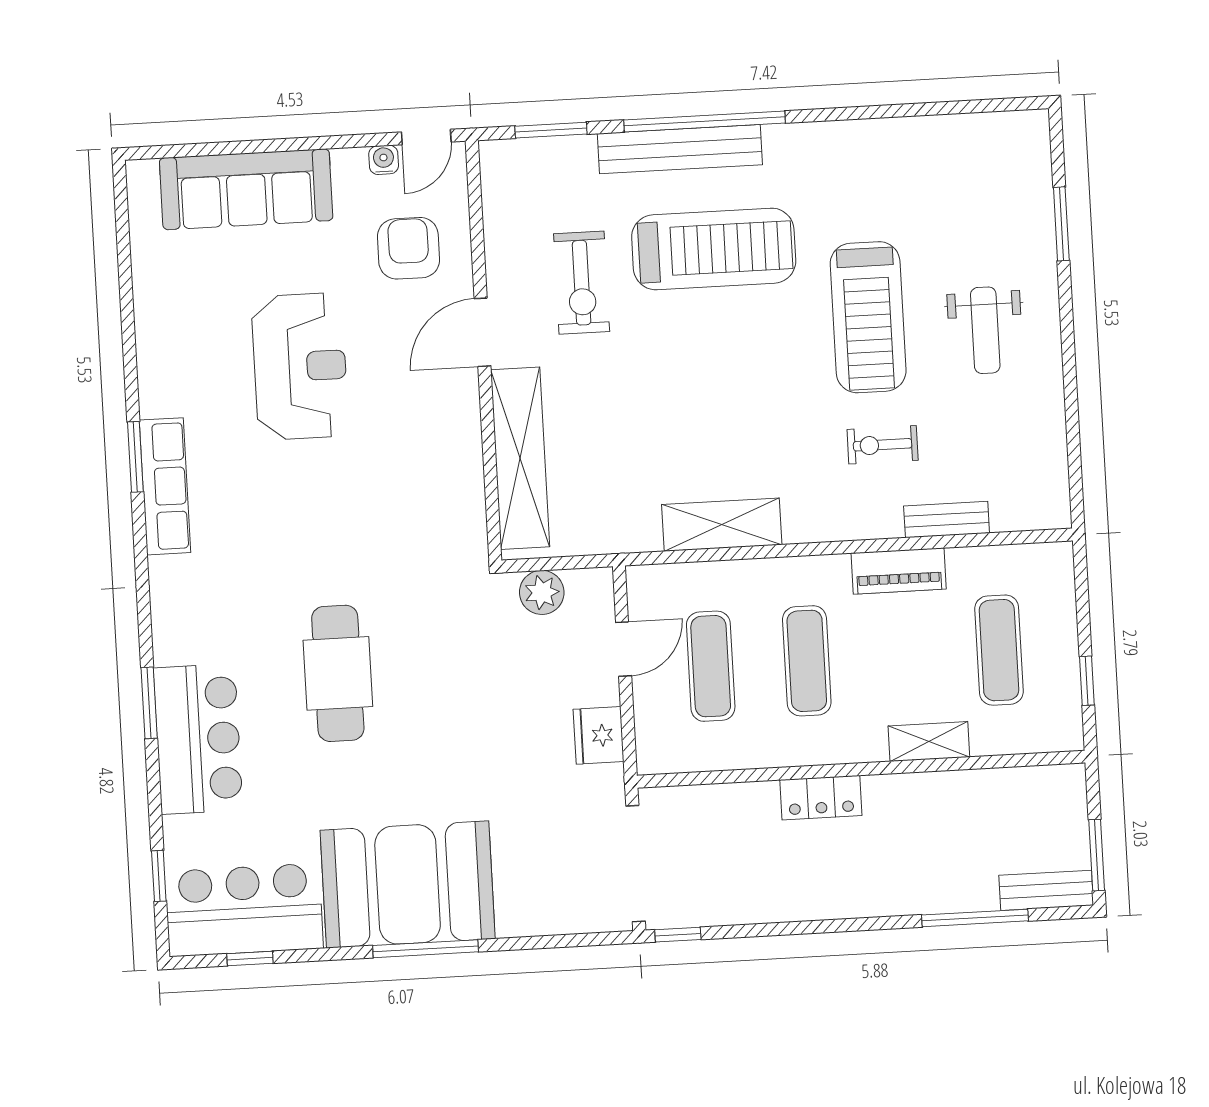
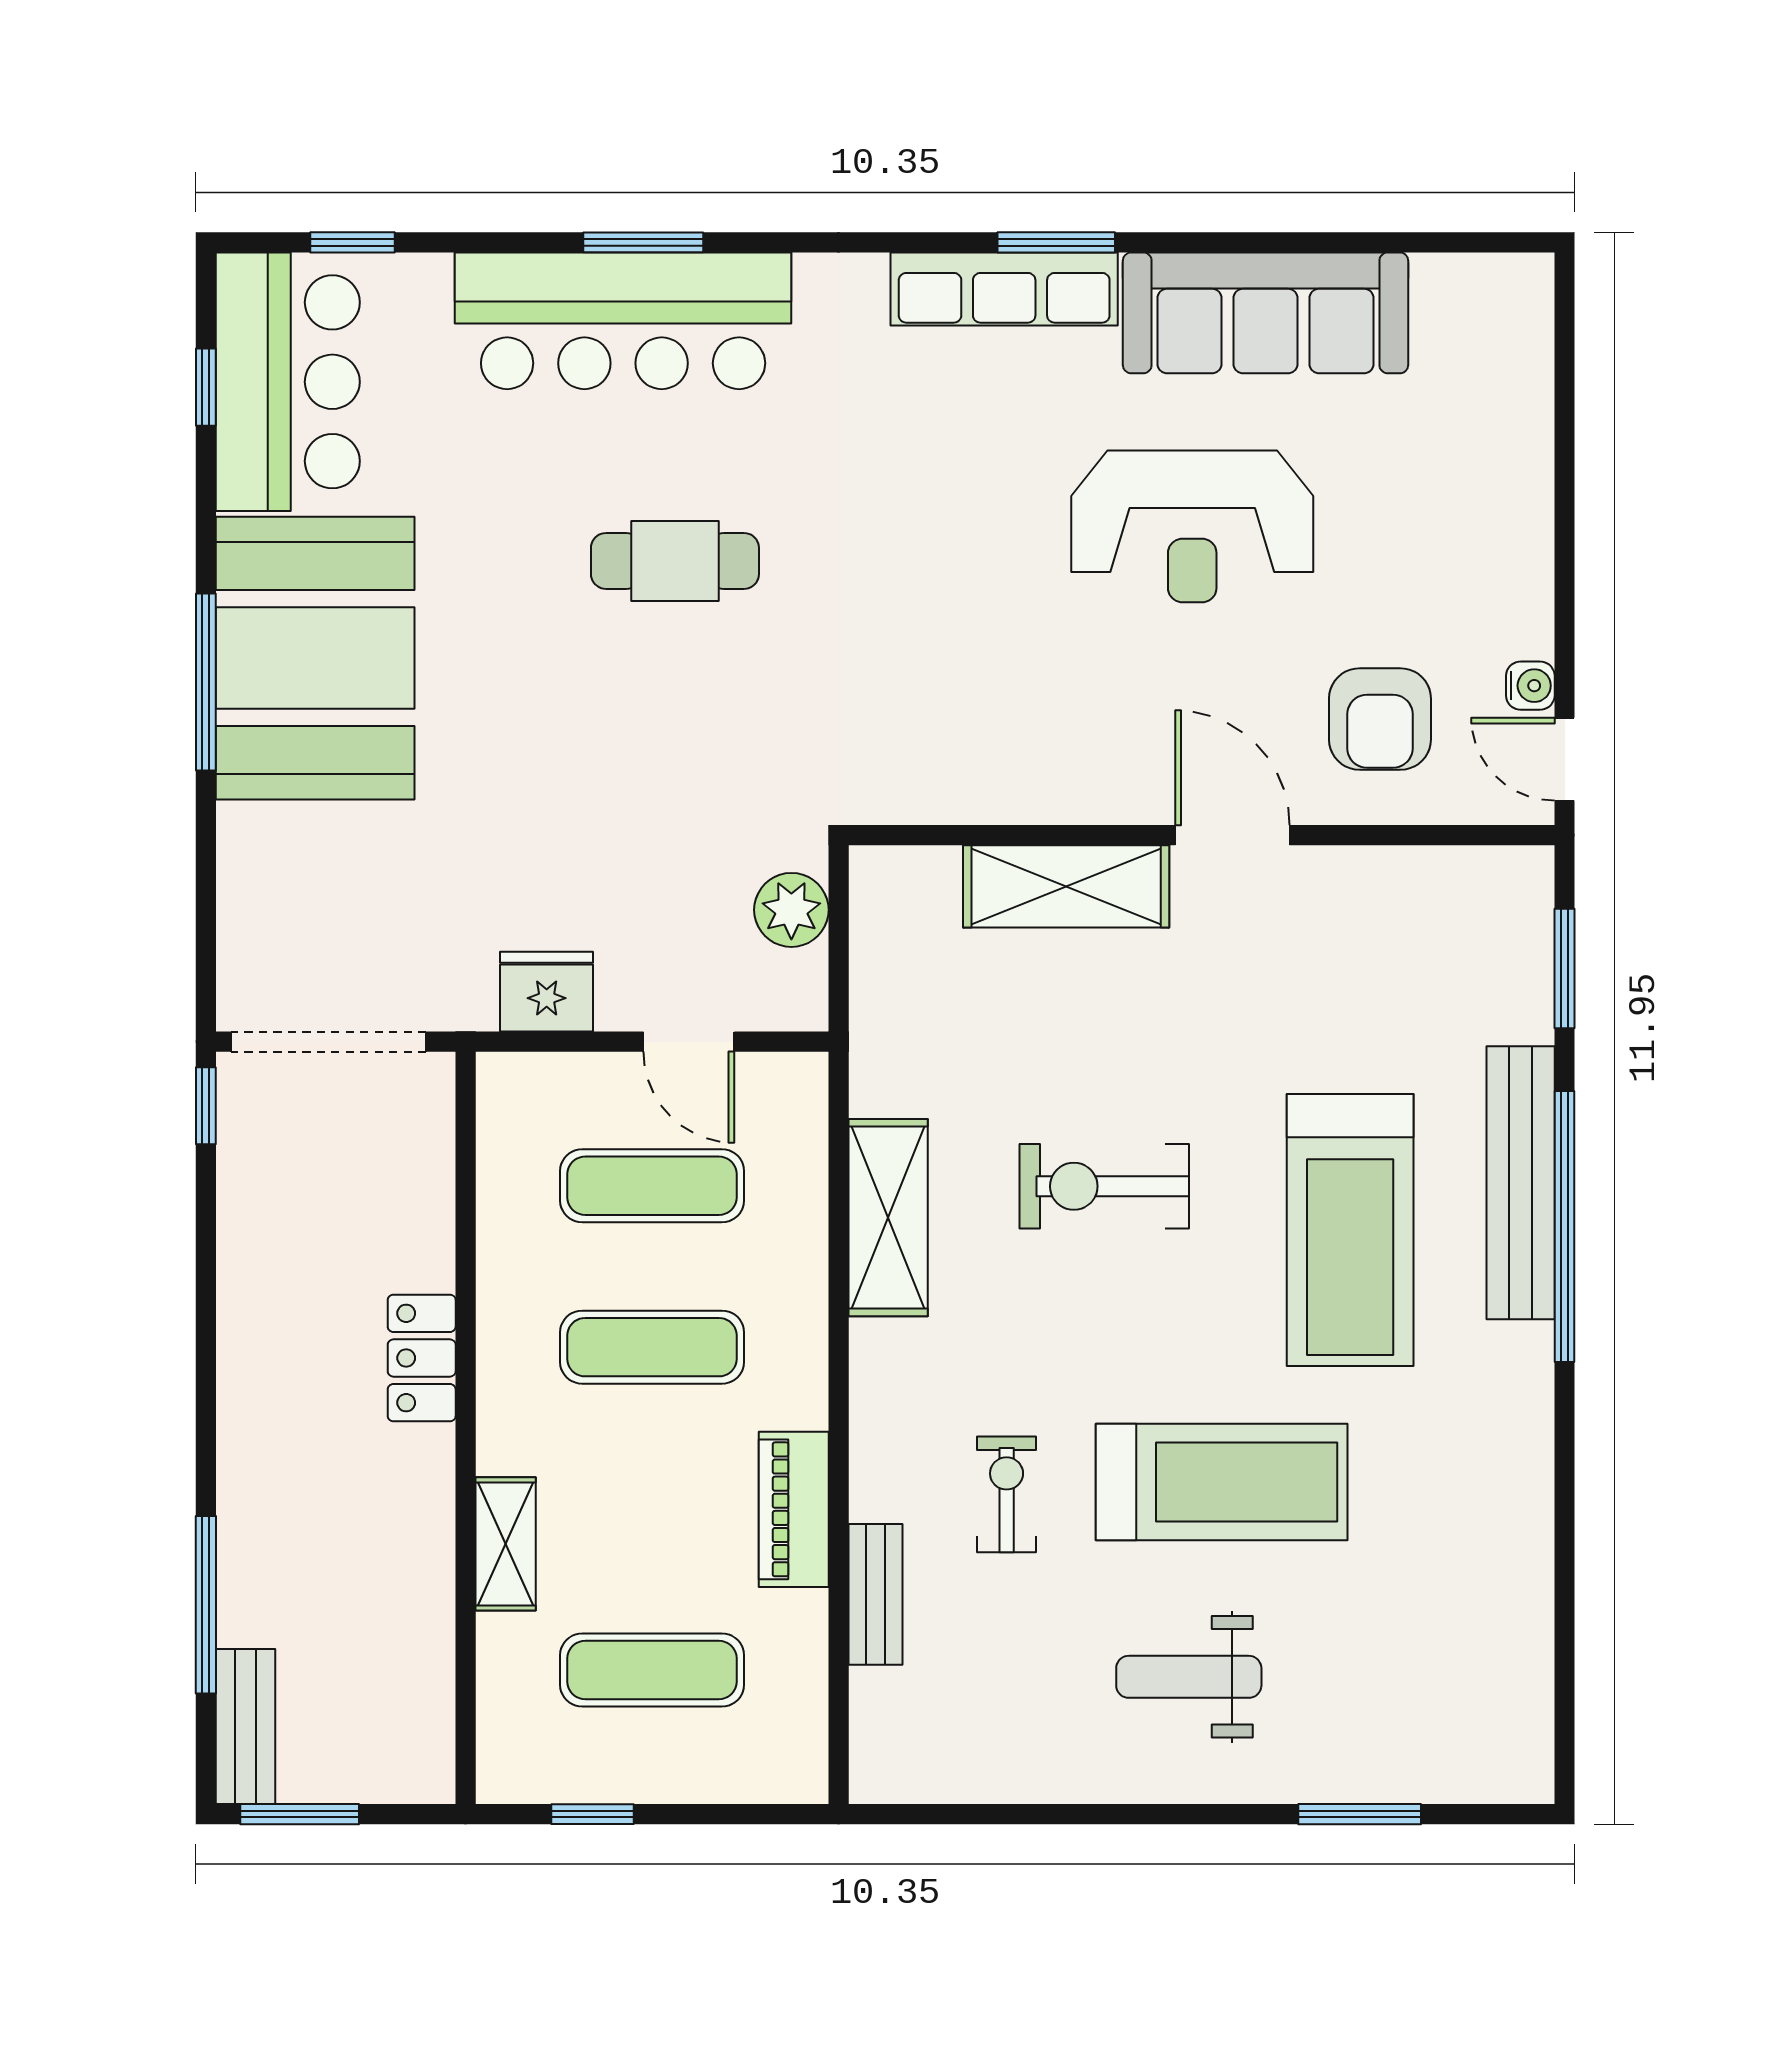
sofa: (246, 189) -> (1266, 313), moved, turned -90
armchair: (408, 248) -> (1380, 719), turned 90
exercise bike: (582, 283) -> (1104, 1186), moved
treadmill: (868, 317) -> (1222, 1482), turned 180
shelving: (520, 458) -> (1066, 886), width x0.68
cafe table: (338, 673) -> (675, 561), width x0.73, depth x0.74
bar counter: (198, 739) -> (623, 321), width x1.36

